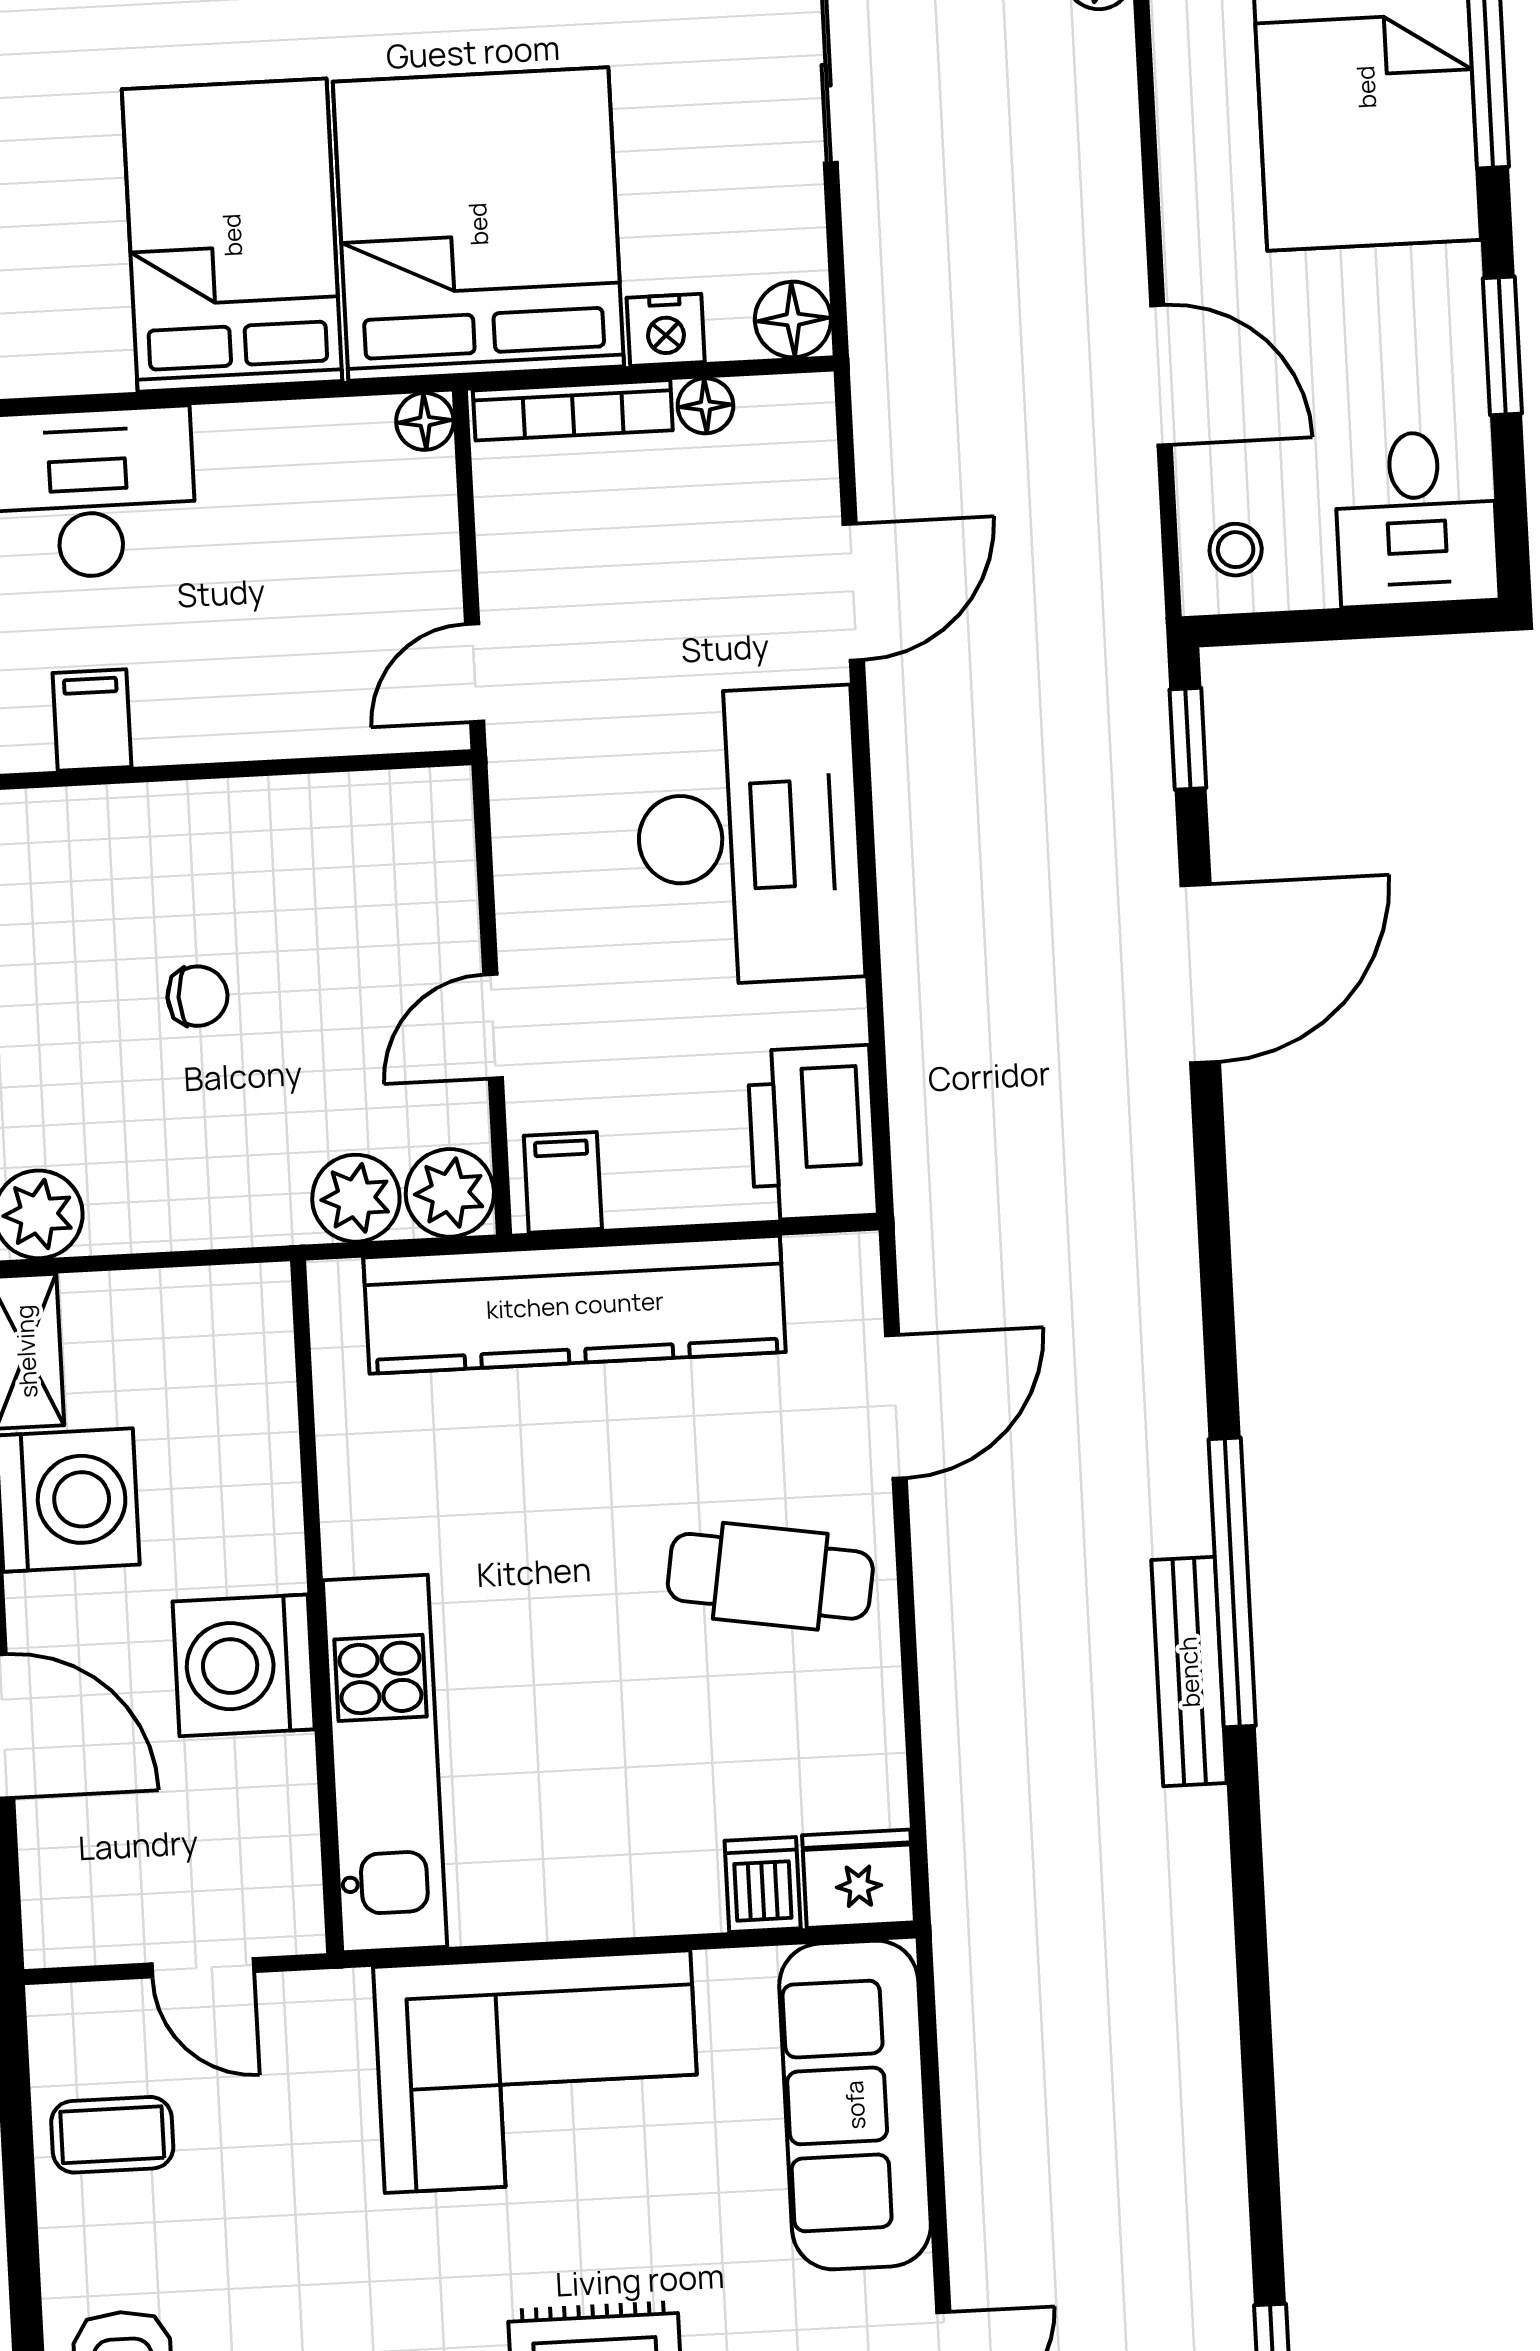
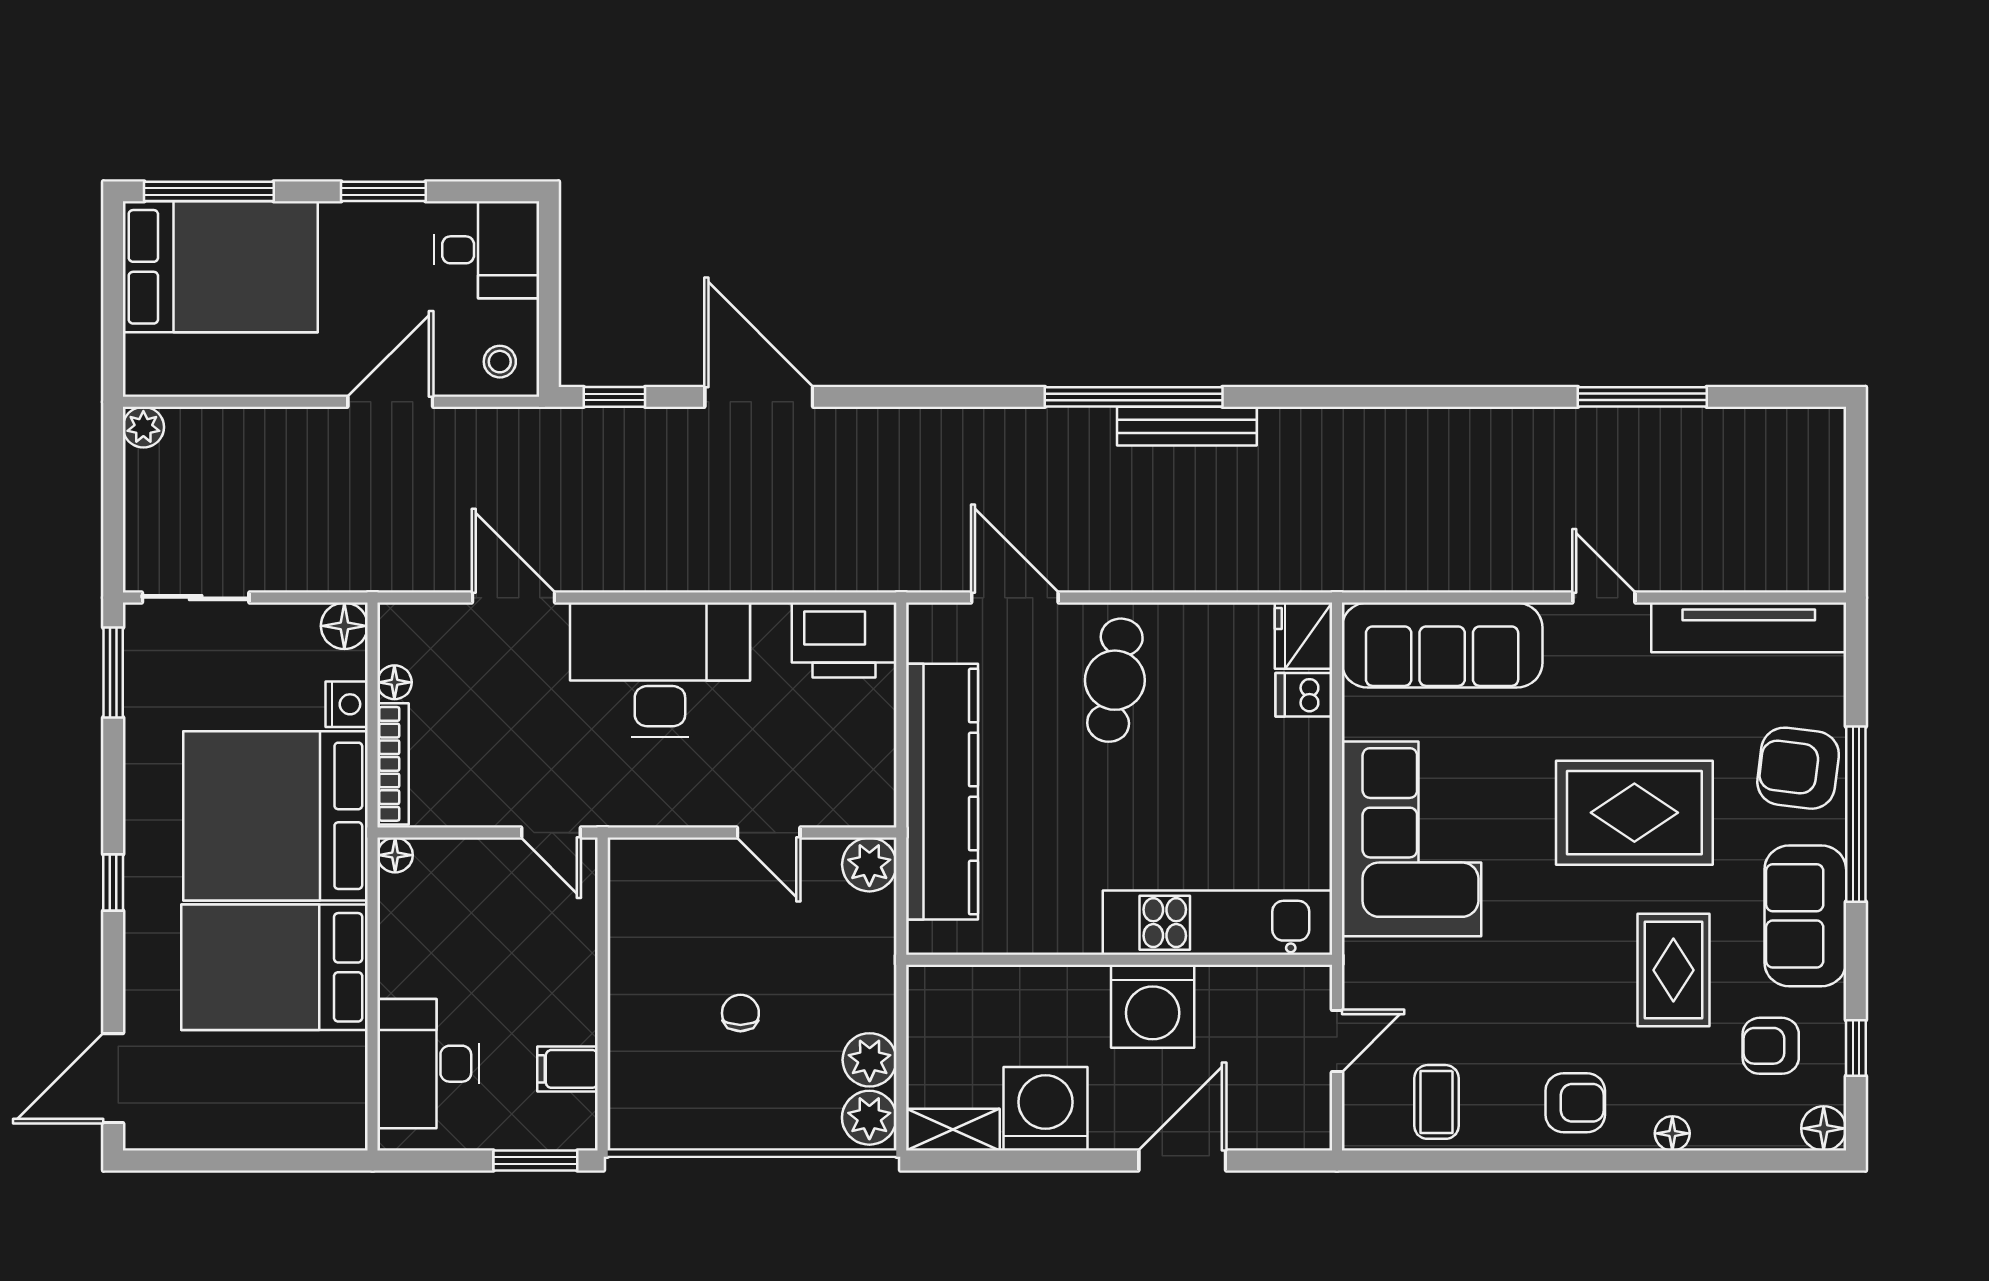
filing cabinet: (563, 1182) -> (866, 795), removed
plant: (356, 1198) -> (870, 1060), moved

